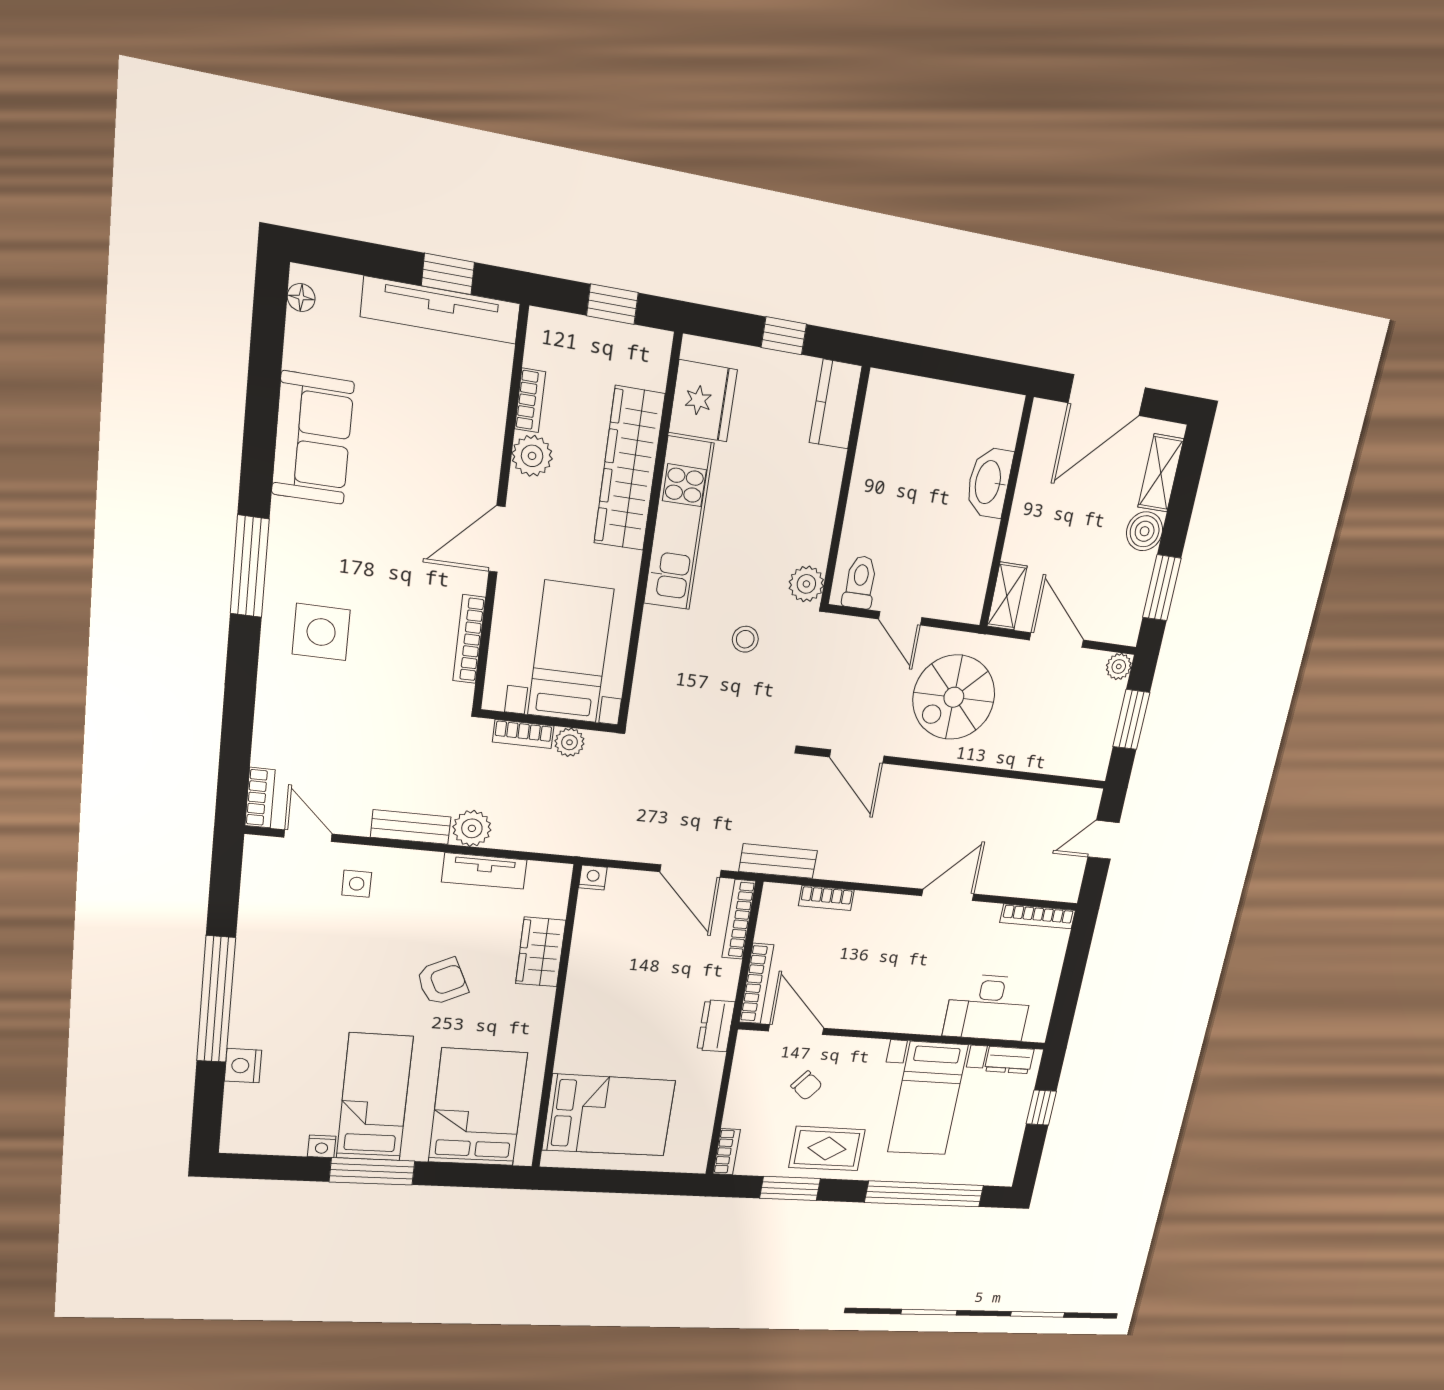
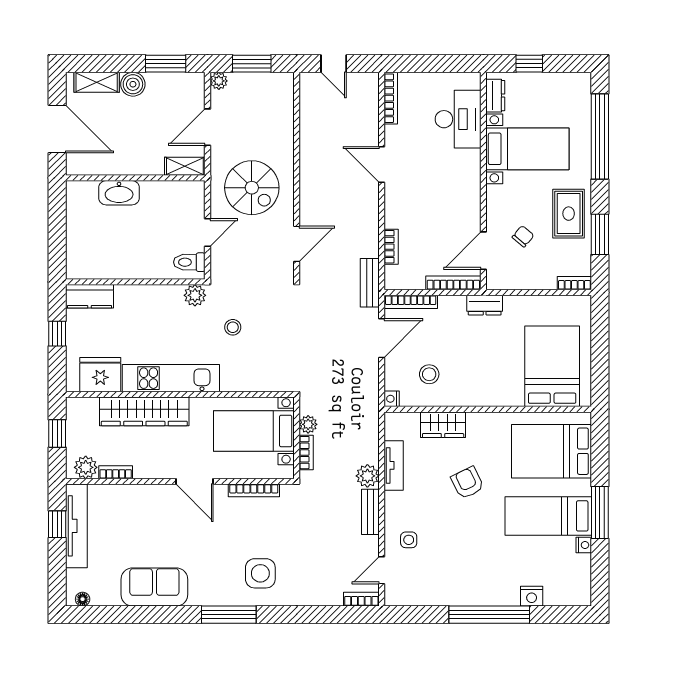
plant: (532, 456) -> (86, 467), moved
stool: (623, 938) -> (429, 374), added

